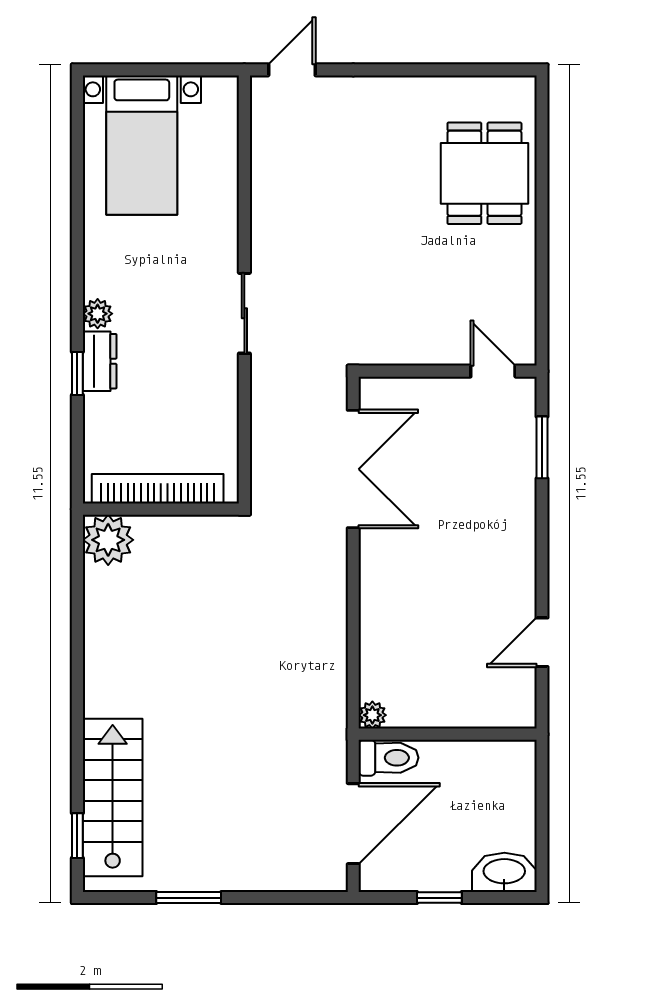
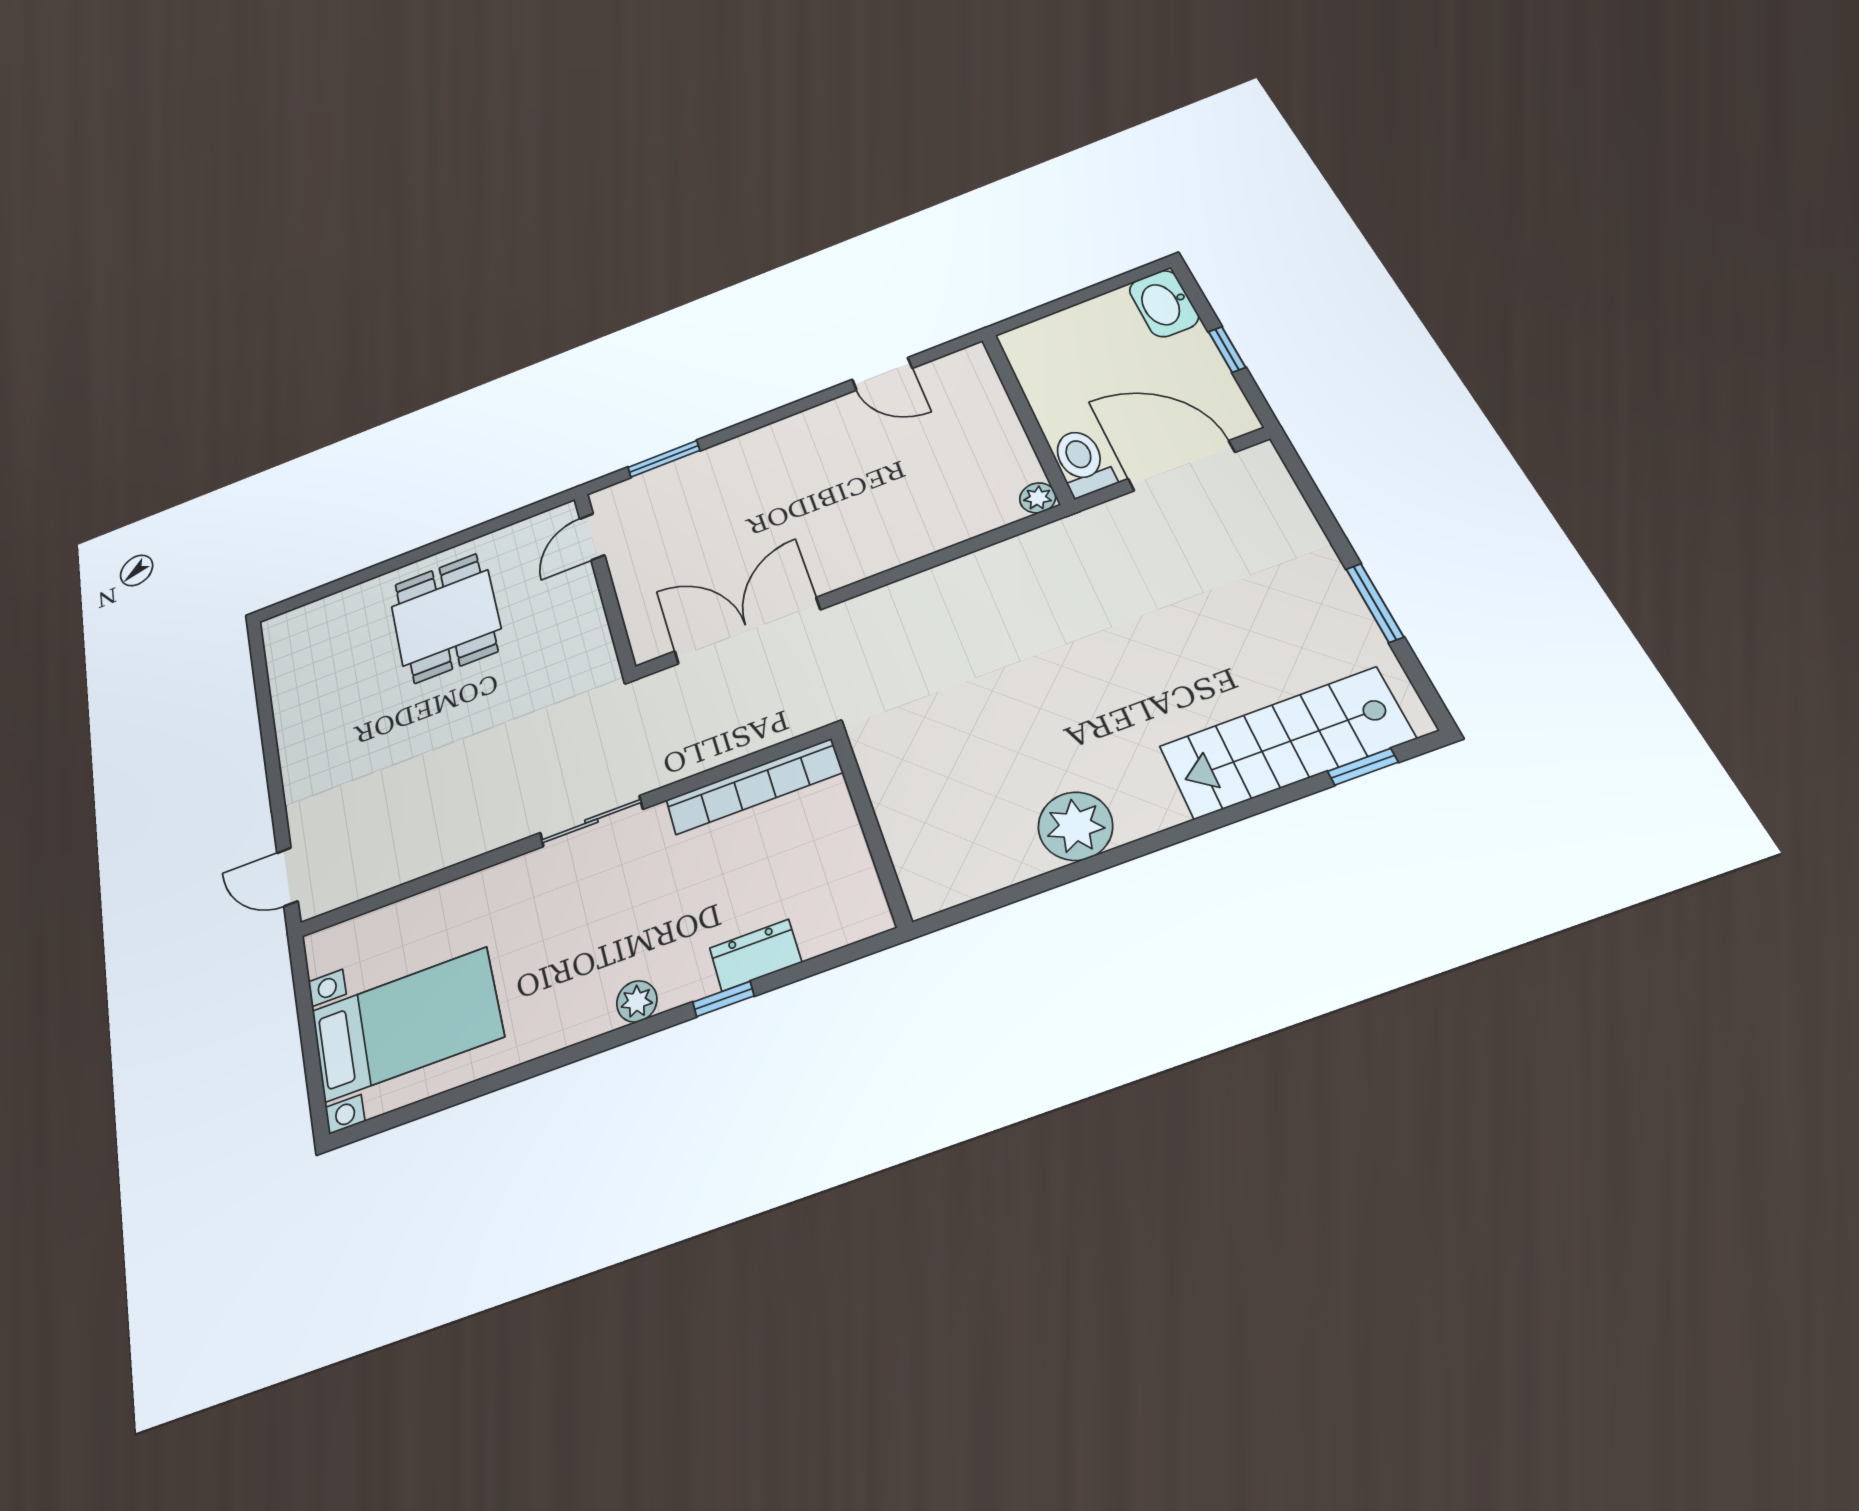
dining table: (484, 173) -> (446, 618), moved, turned 90
dresser: (100, 361) -> (755, 955), moved
bookcase: (158, 489) -> (754, 786), moved, turned -90
plant: (108, 540) -> (1075, 826), moved

